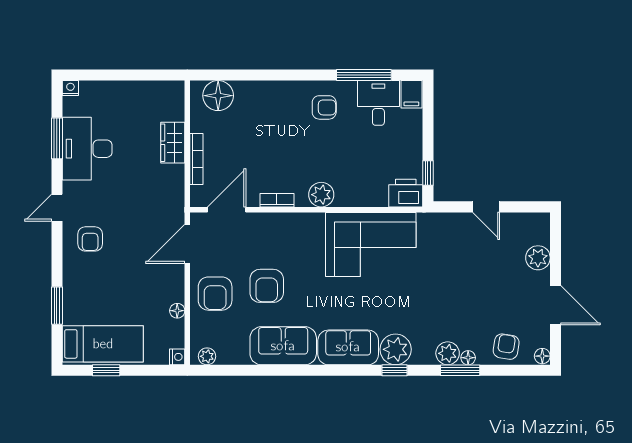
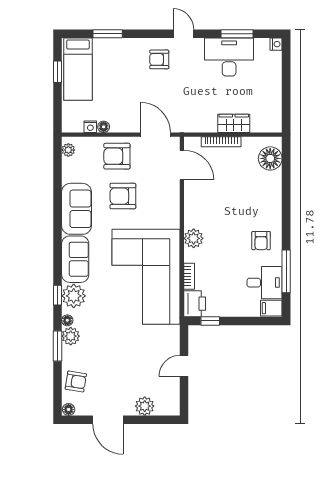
bookcase: (277, 200) -> (189, 276), moved
corner sofa: (371, 244) -> (146, 277), width x1.36, depth x1.36
door: (555, 305) -> (108, 420), hinge flipped
nightstand: (177, 357) -> (90, 127), moved
floor lamp: (468, 358) -> (67, 320), moved

